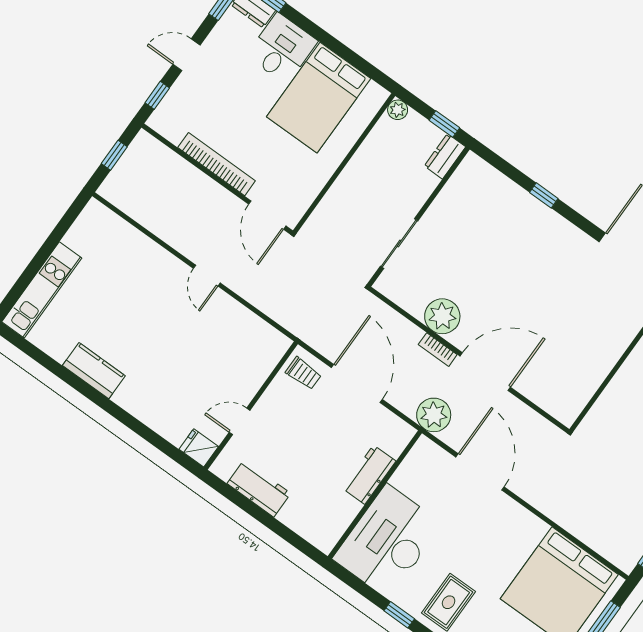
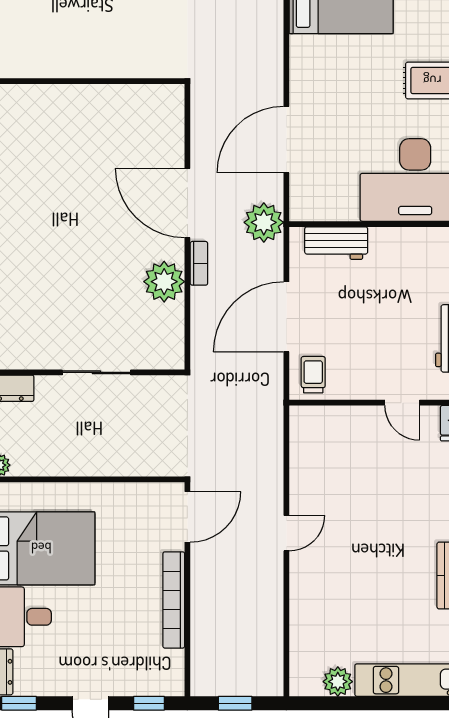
plant: (78, 237) -> (338, 682), added
sliding door: (399, 244) -> (96, 372), moved
workbench: (369, 475) -> (336, 243), moved

